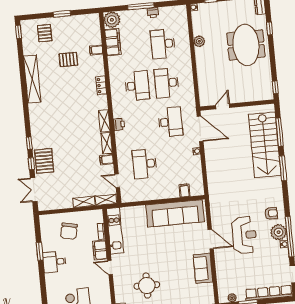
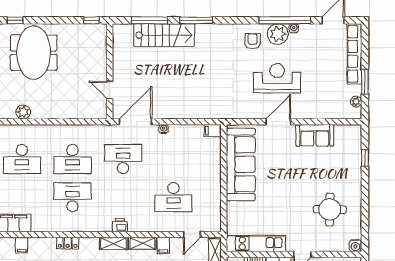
meeting table: (246, 45) -> (34, 53), turned 90
stairs: (265, 145) -> (164, 35), width x0.73, depth x0.66
filing cabinet: (184, 191) -> (213, 131), moved

